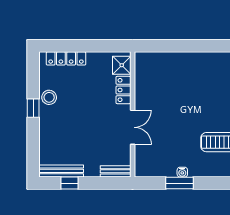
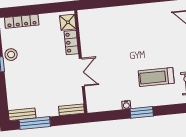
bench: (61, 171) -> (22, 114), width x0.73
window: (70, 183) -> (35, 123), width x2.17
window: (179, 183) -> (142, 112), moved

